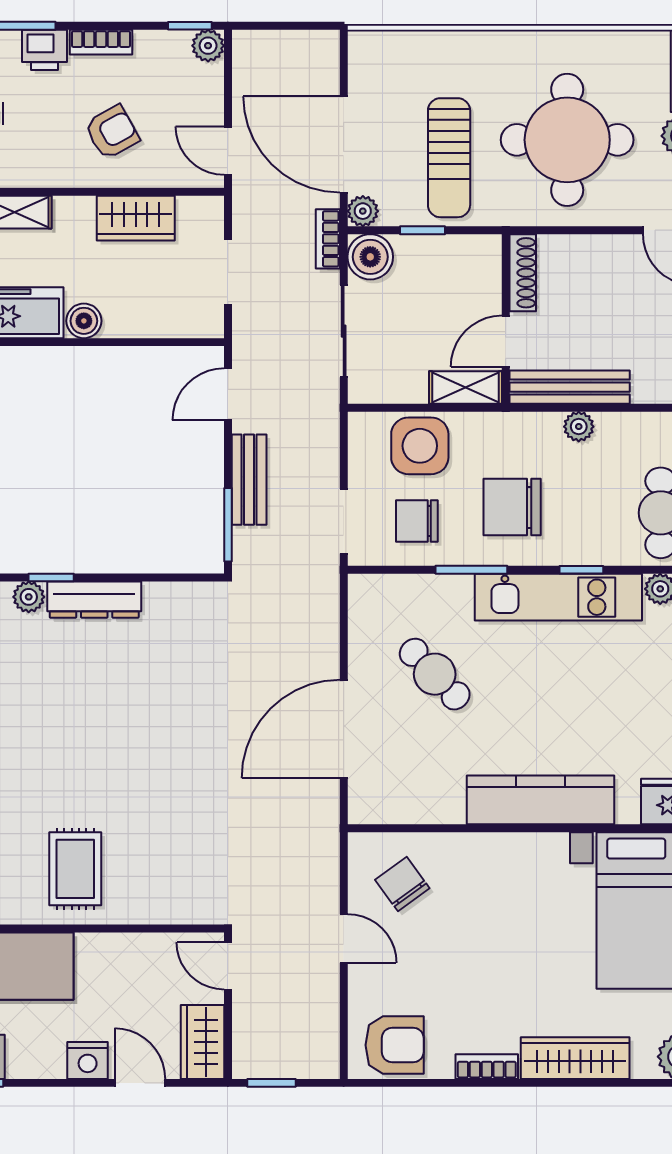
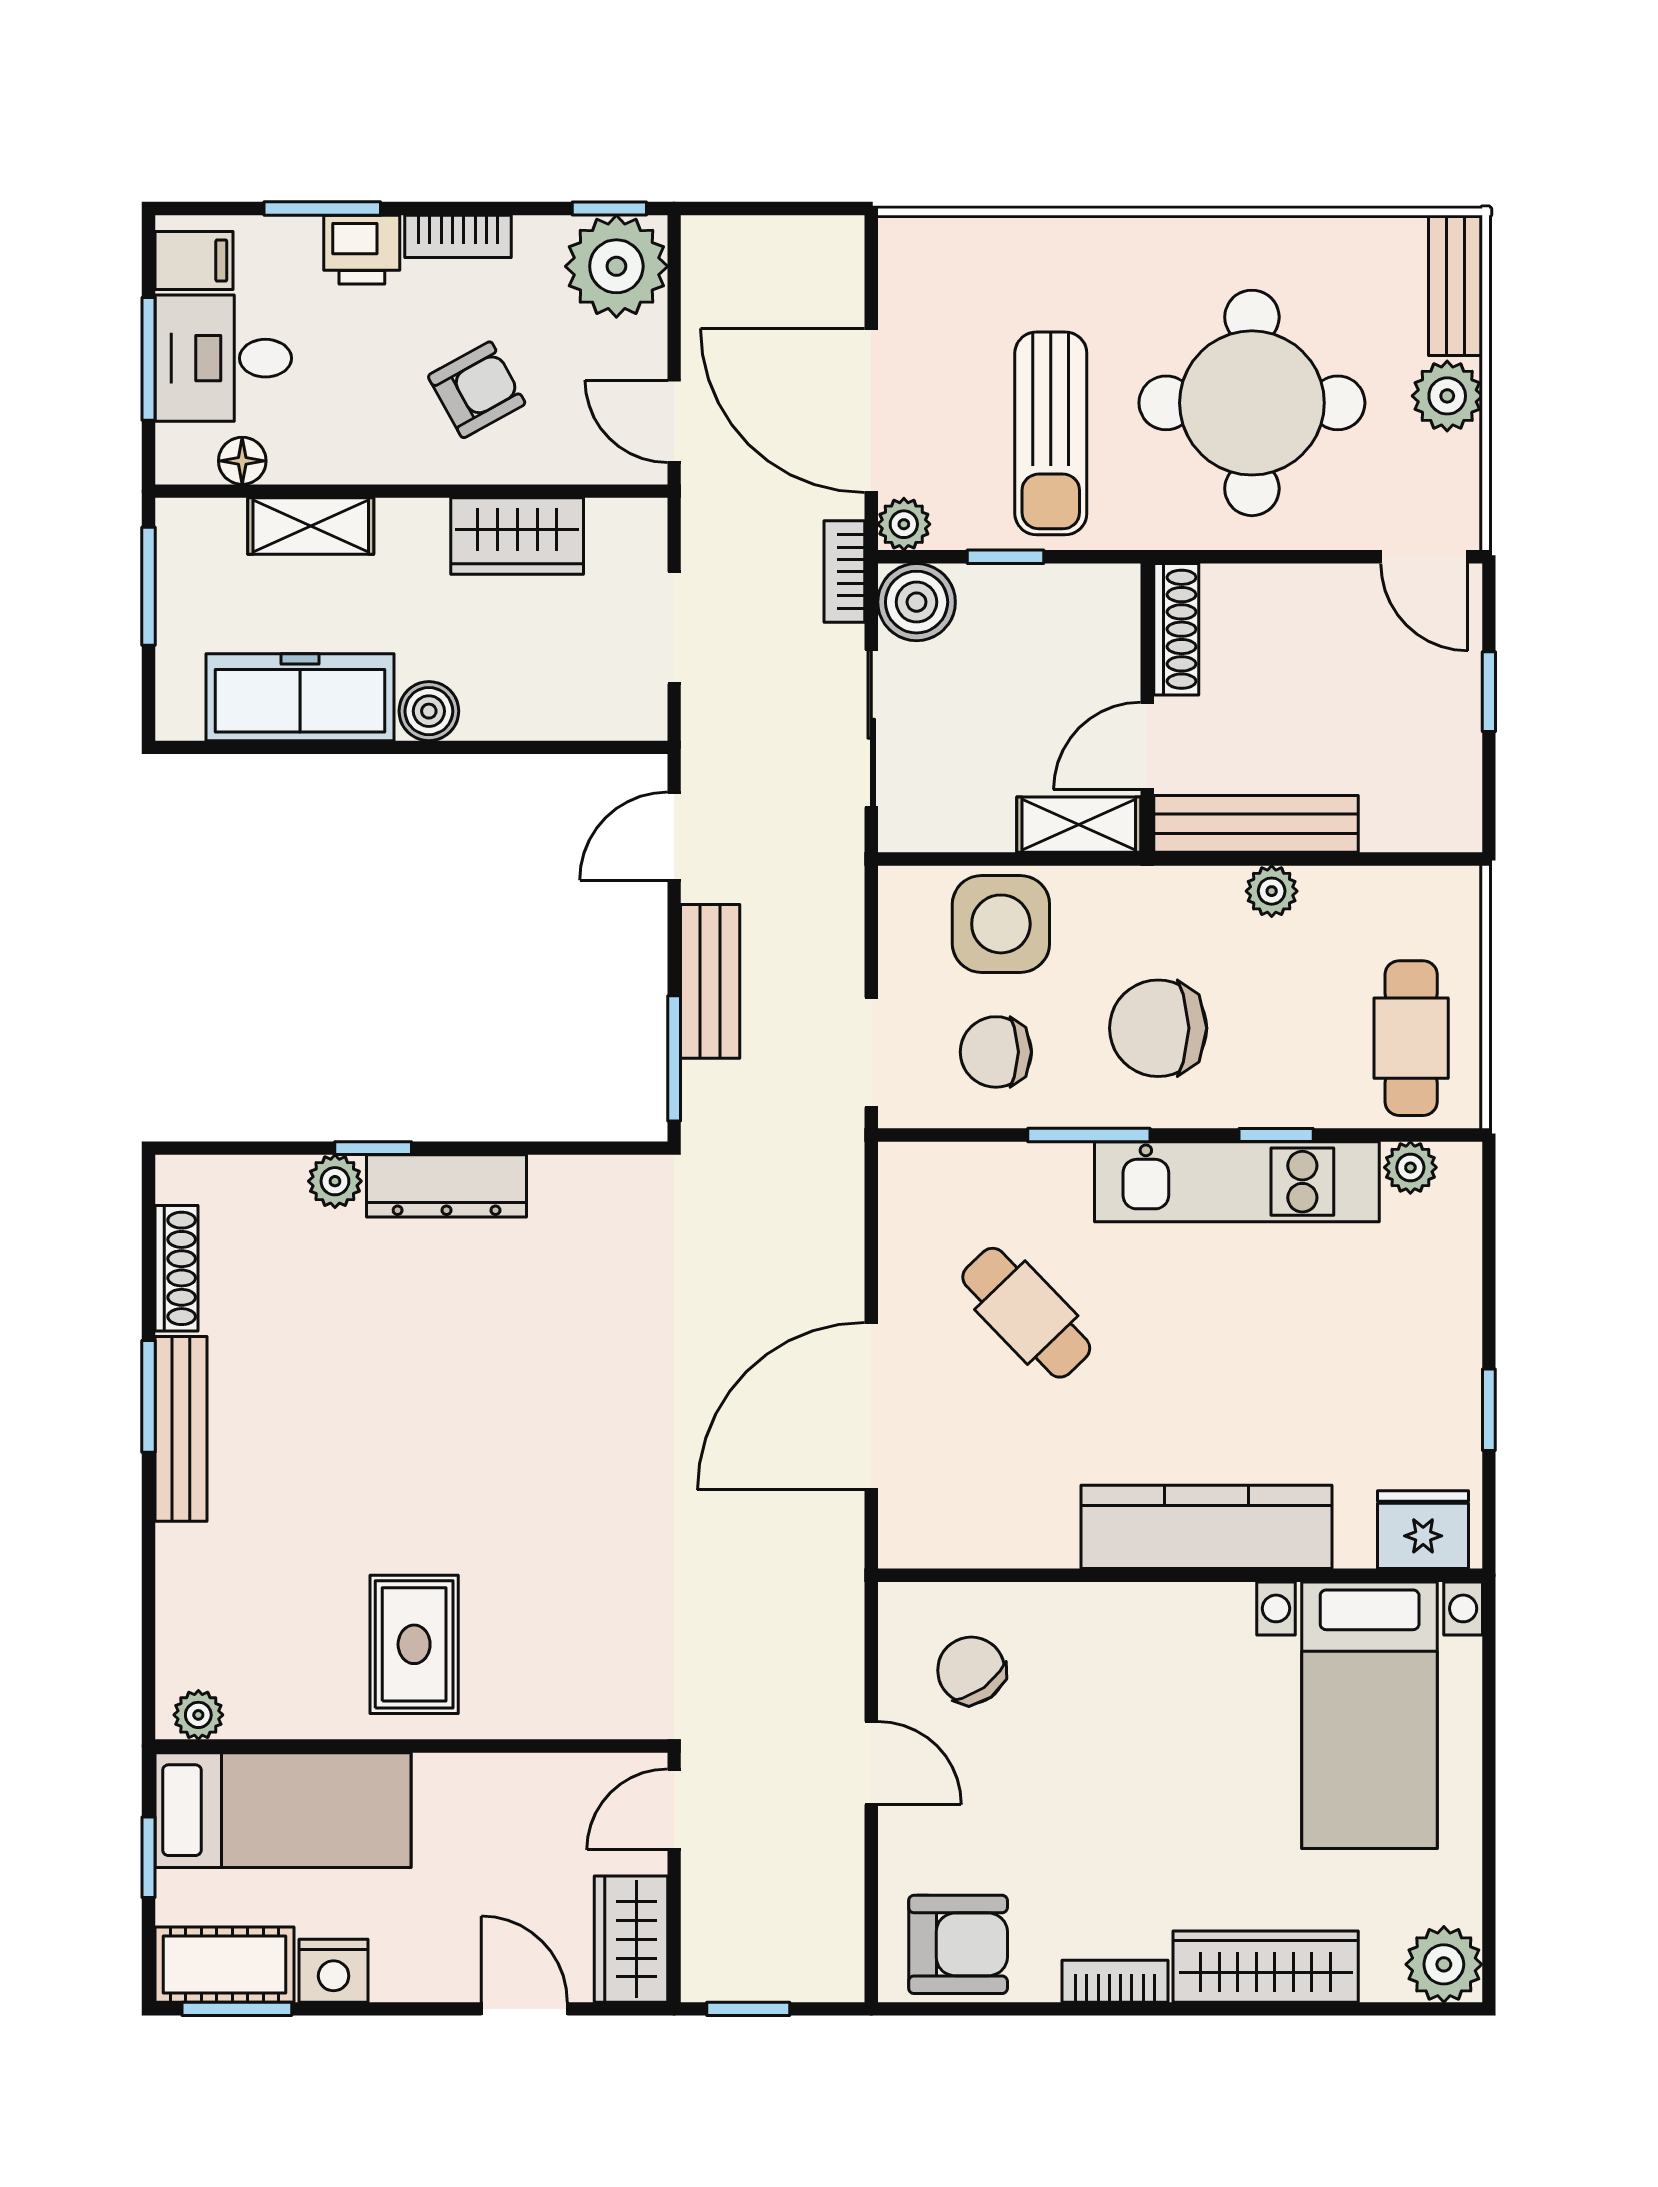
plant: (208, 46) -> (616, 266), width x1.88, depth x1.88
door: (228, 966) -> (674, 1809), hinge flipped
nightstand: (88, 1060) -> (334, 1971), moved

